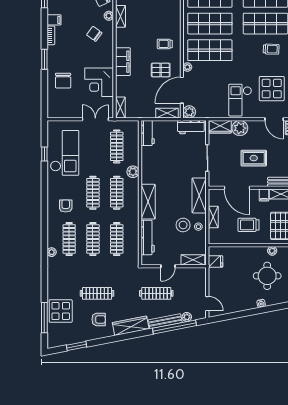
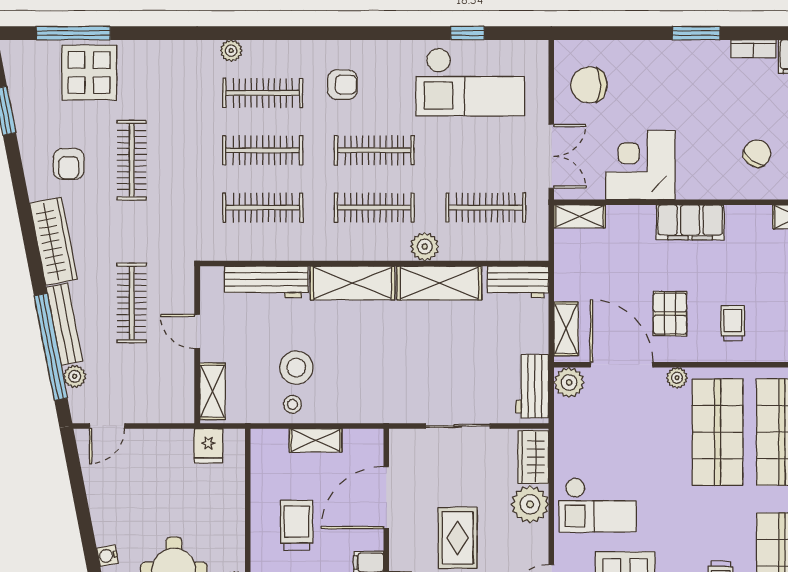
chair: (63, 81) -> (589, 85), moved
checkout: (240, 100) -> (598, 505), turned 180
shelving: (199, 195) -> (439, 283), moved

